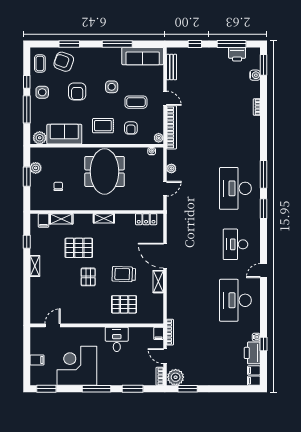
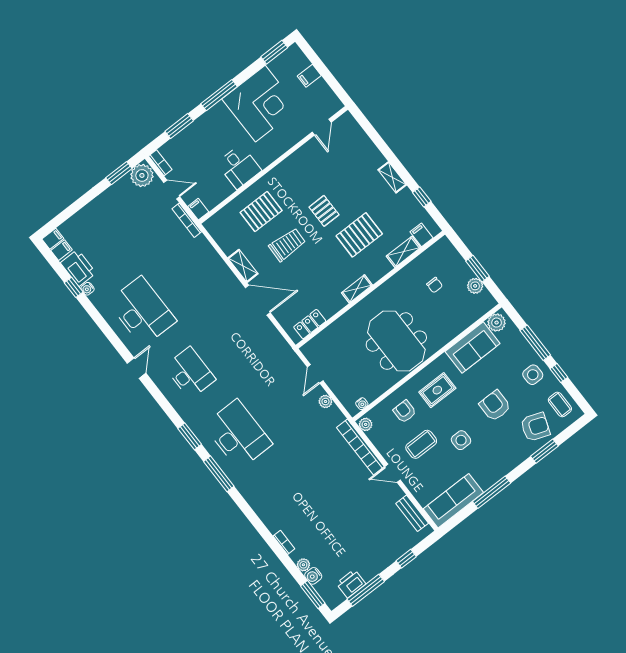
plant: (256, 86) -> (303, 565), added

